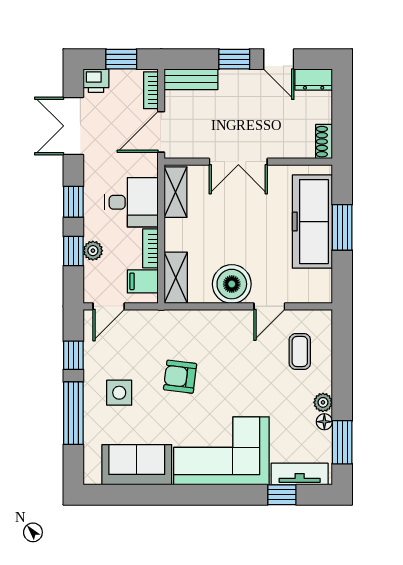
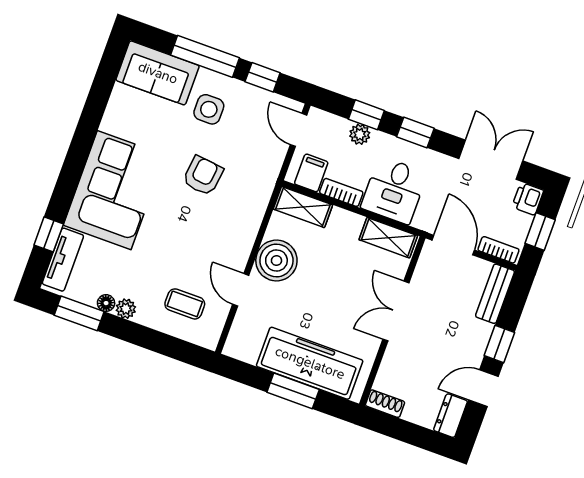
sofa: (137, 465) -> (158, 73), moved, turned 90

